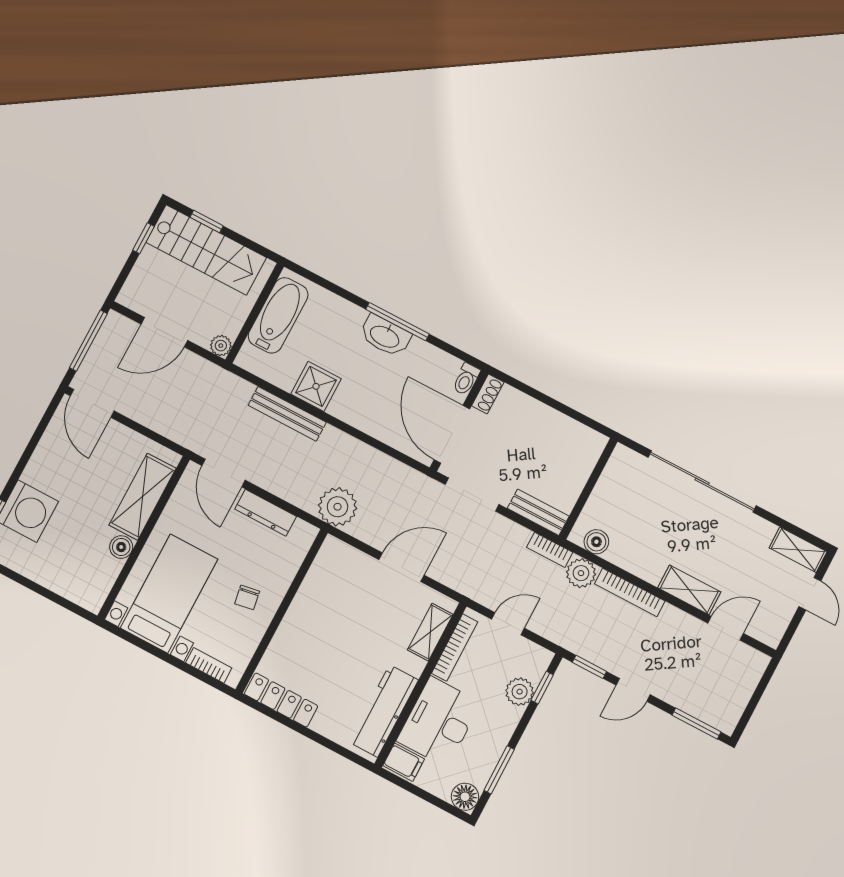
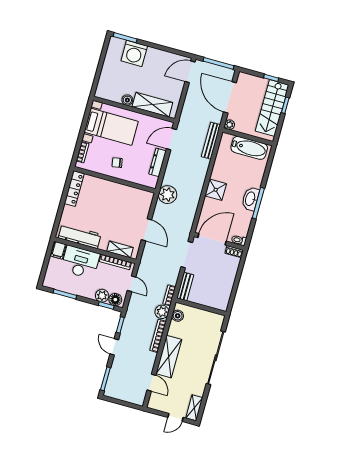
door: (164, 332) -> (230, 97), width x1.36
shower: (316, 386) -> (216, 190), moved
bench: (287, 414) -> (211, 141), moved
shelving: (689, 590) -> (169, 357), width x1.50, depth x1.33
floor lamp: (465, 797) -> (115, 300), moved

